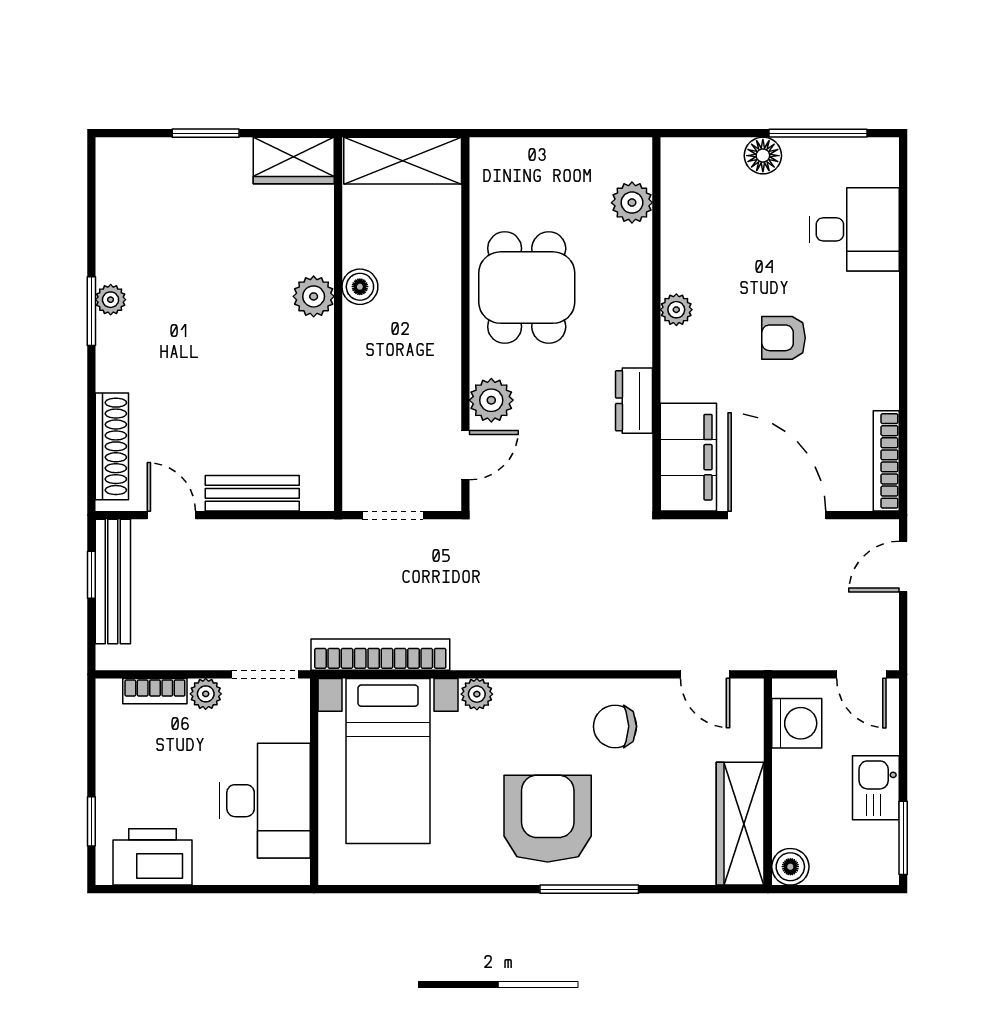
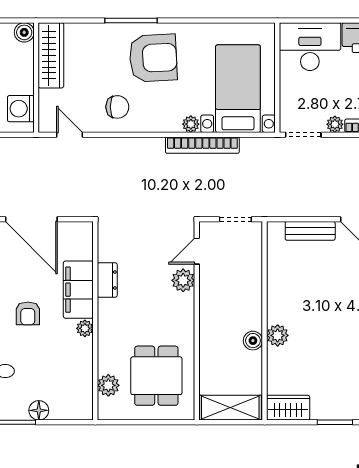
dining table: (527, 288) -> (156, 376), moved
armchair: (784, 338) -> (28, 313), turned 90
filing cabinet: (688, 457) -> (78, 290), moved
bookcase: (380, 655) -> (202, 145), moved
desk: (265, 801) -> (310, 47), moved, turned 90
armchair: (548, 819) -> (153, 58), turned -93

